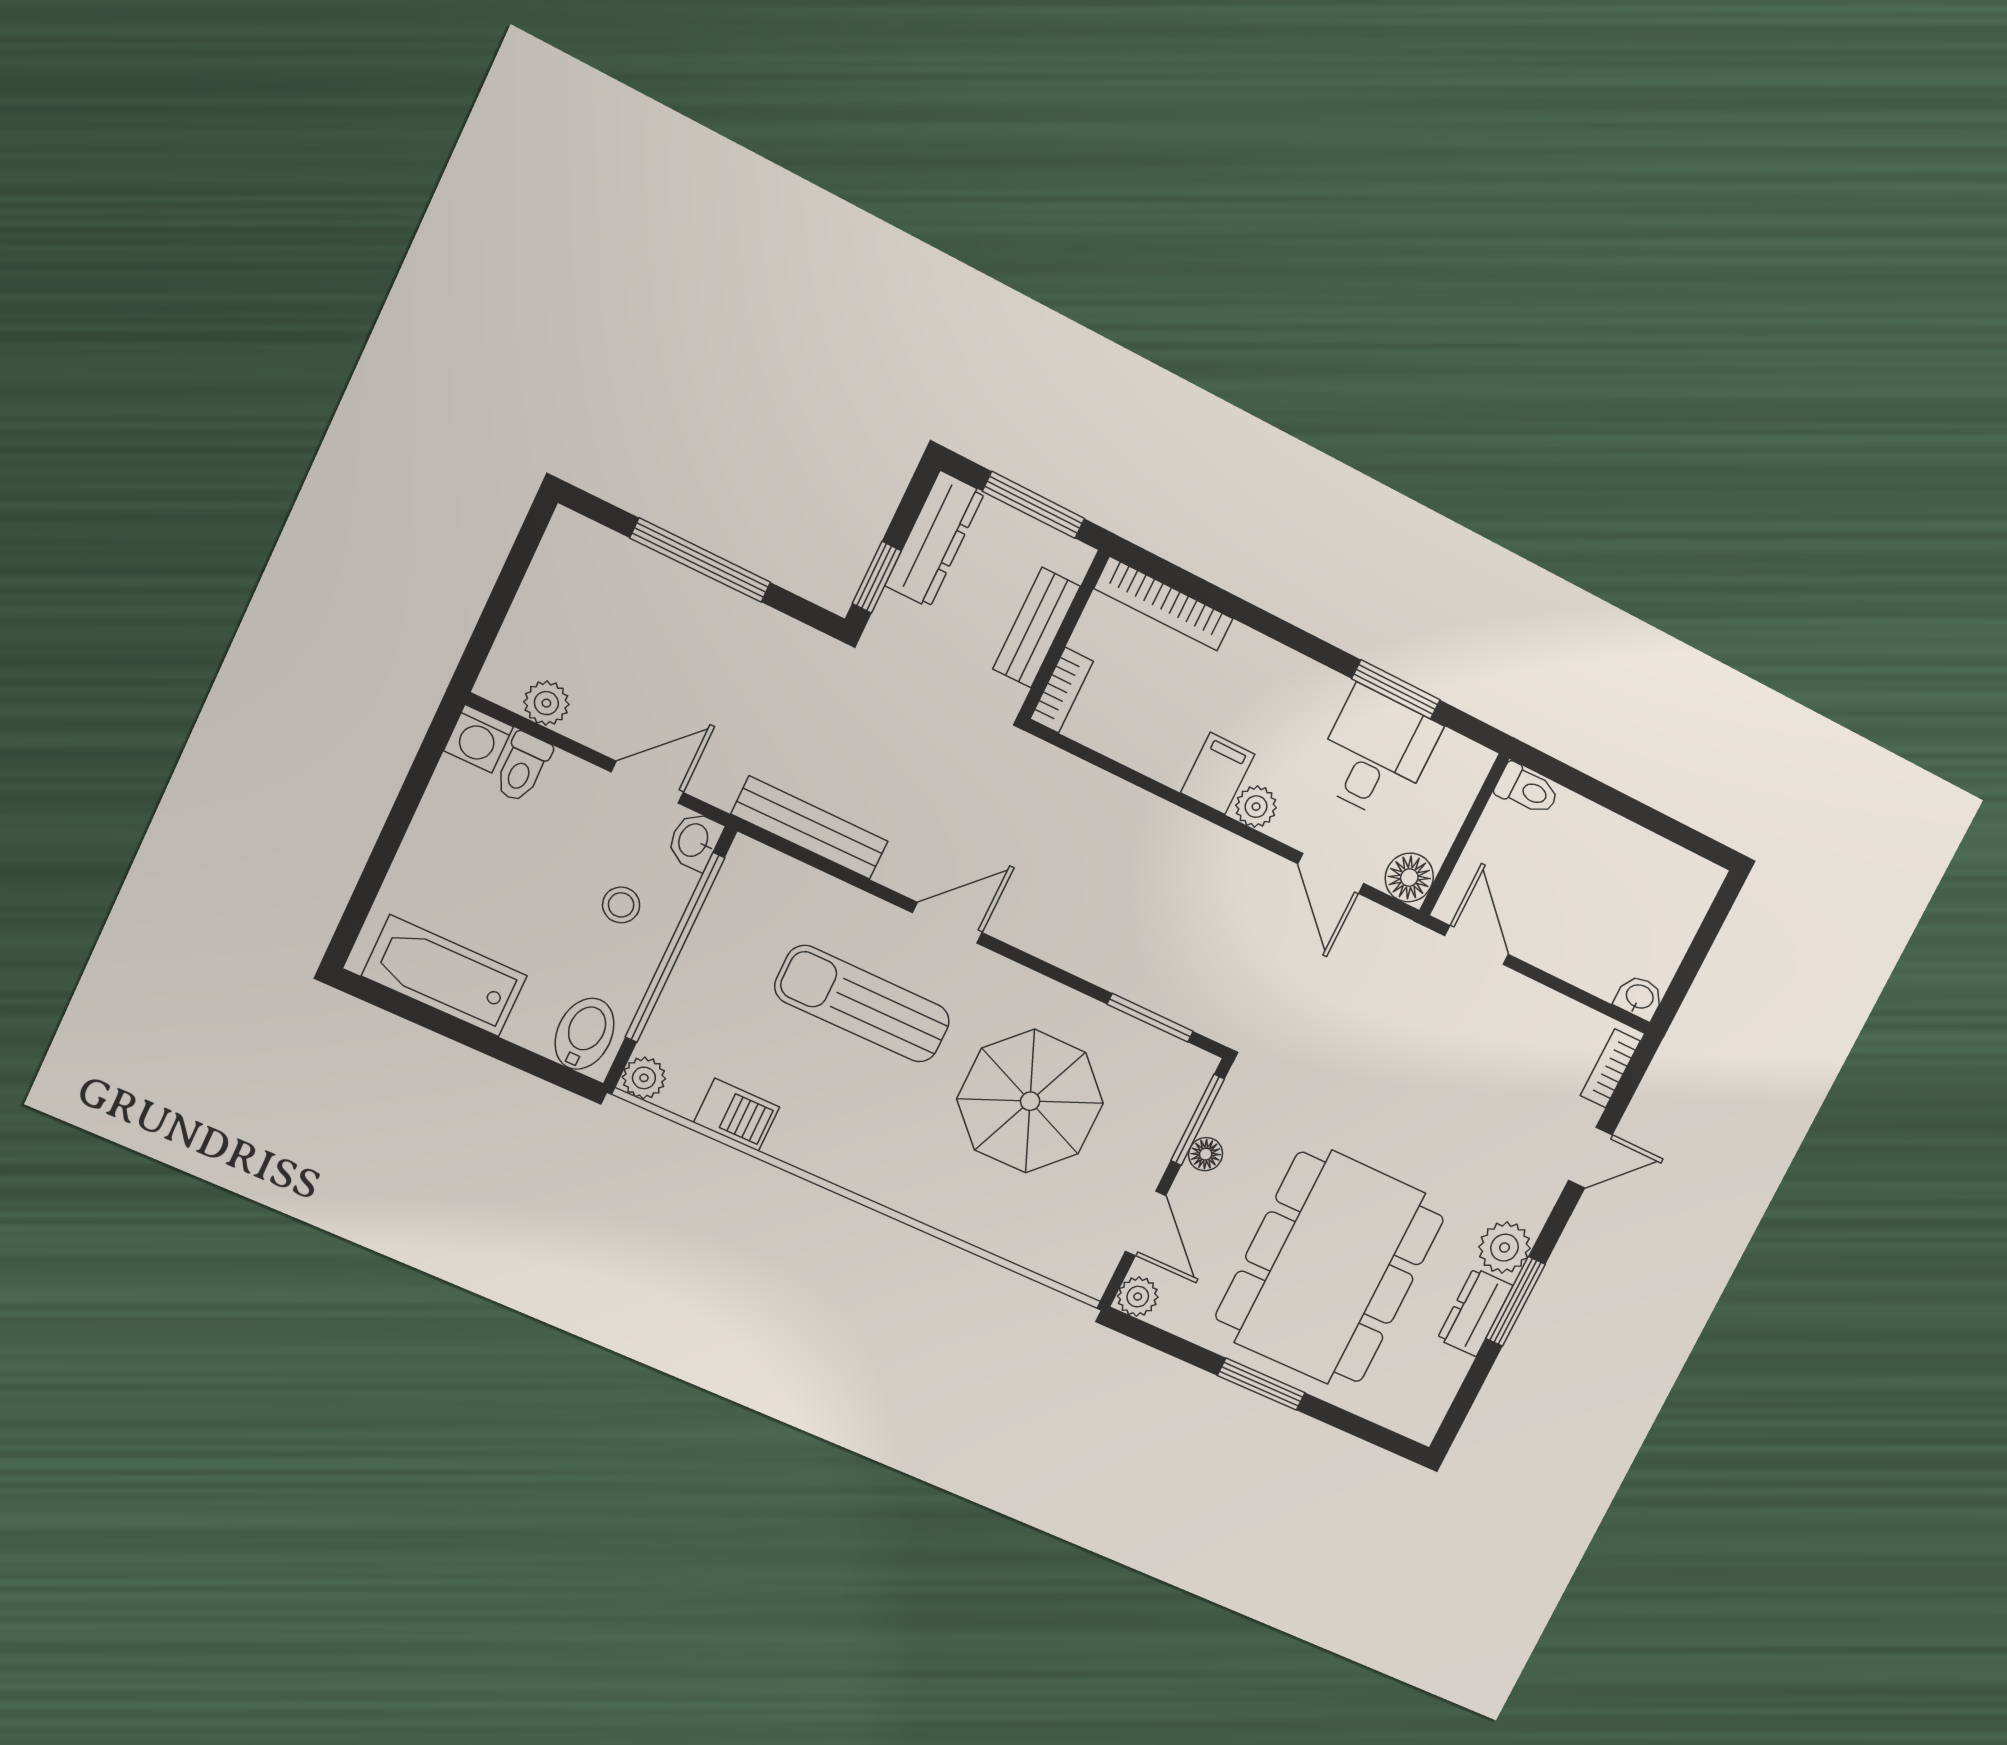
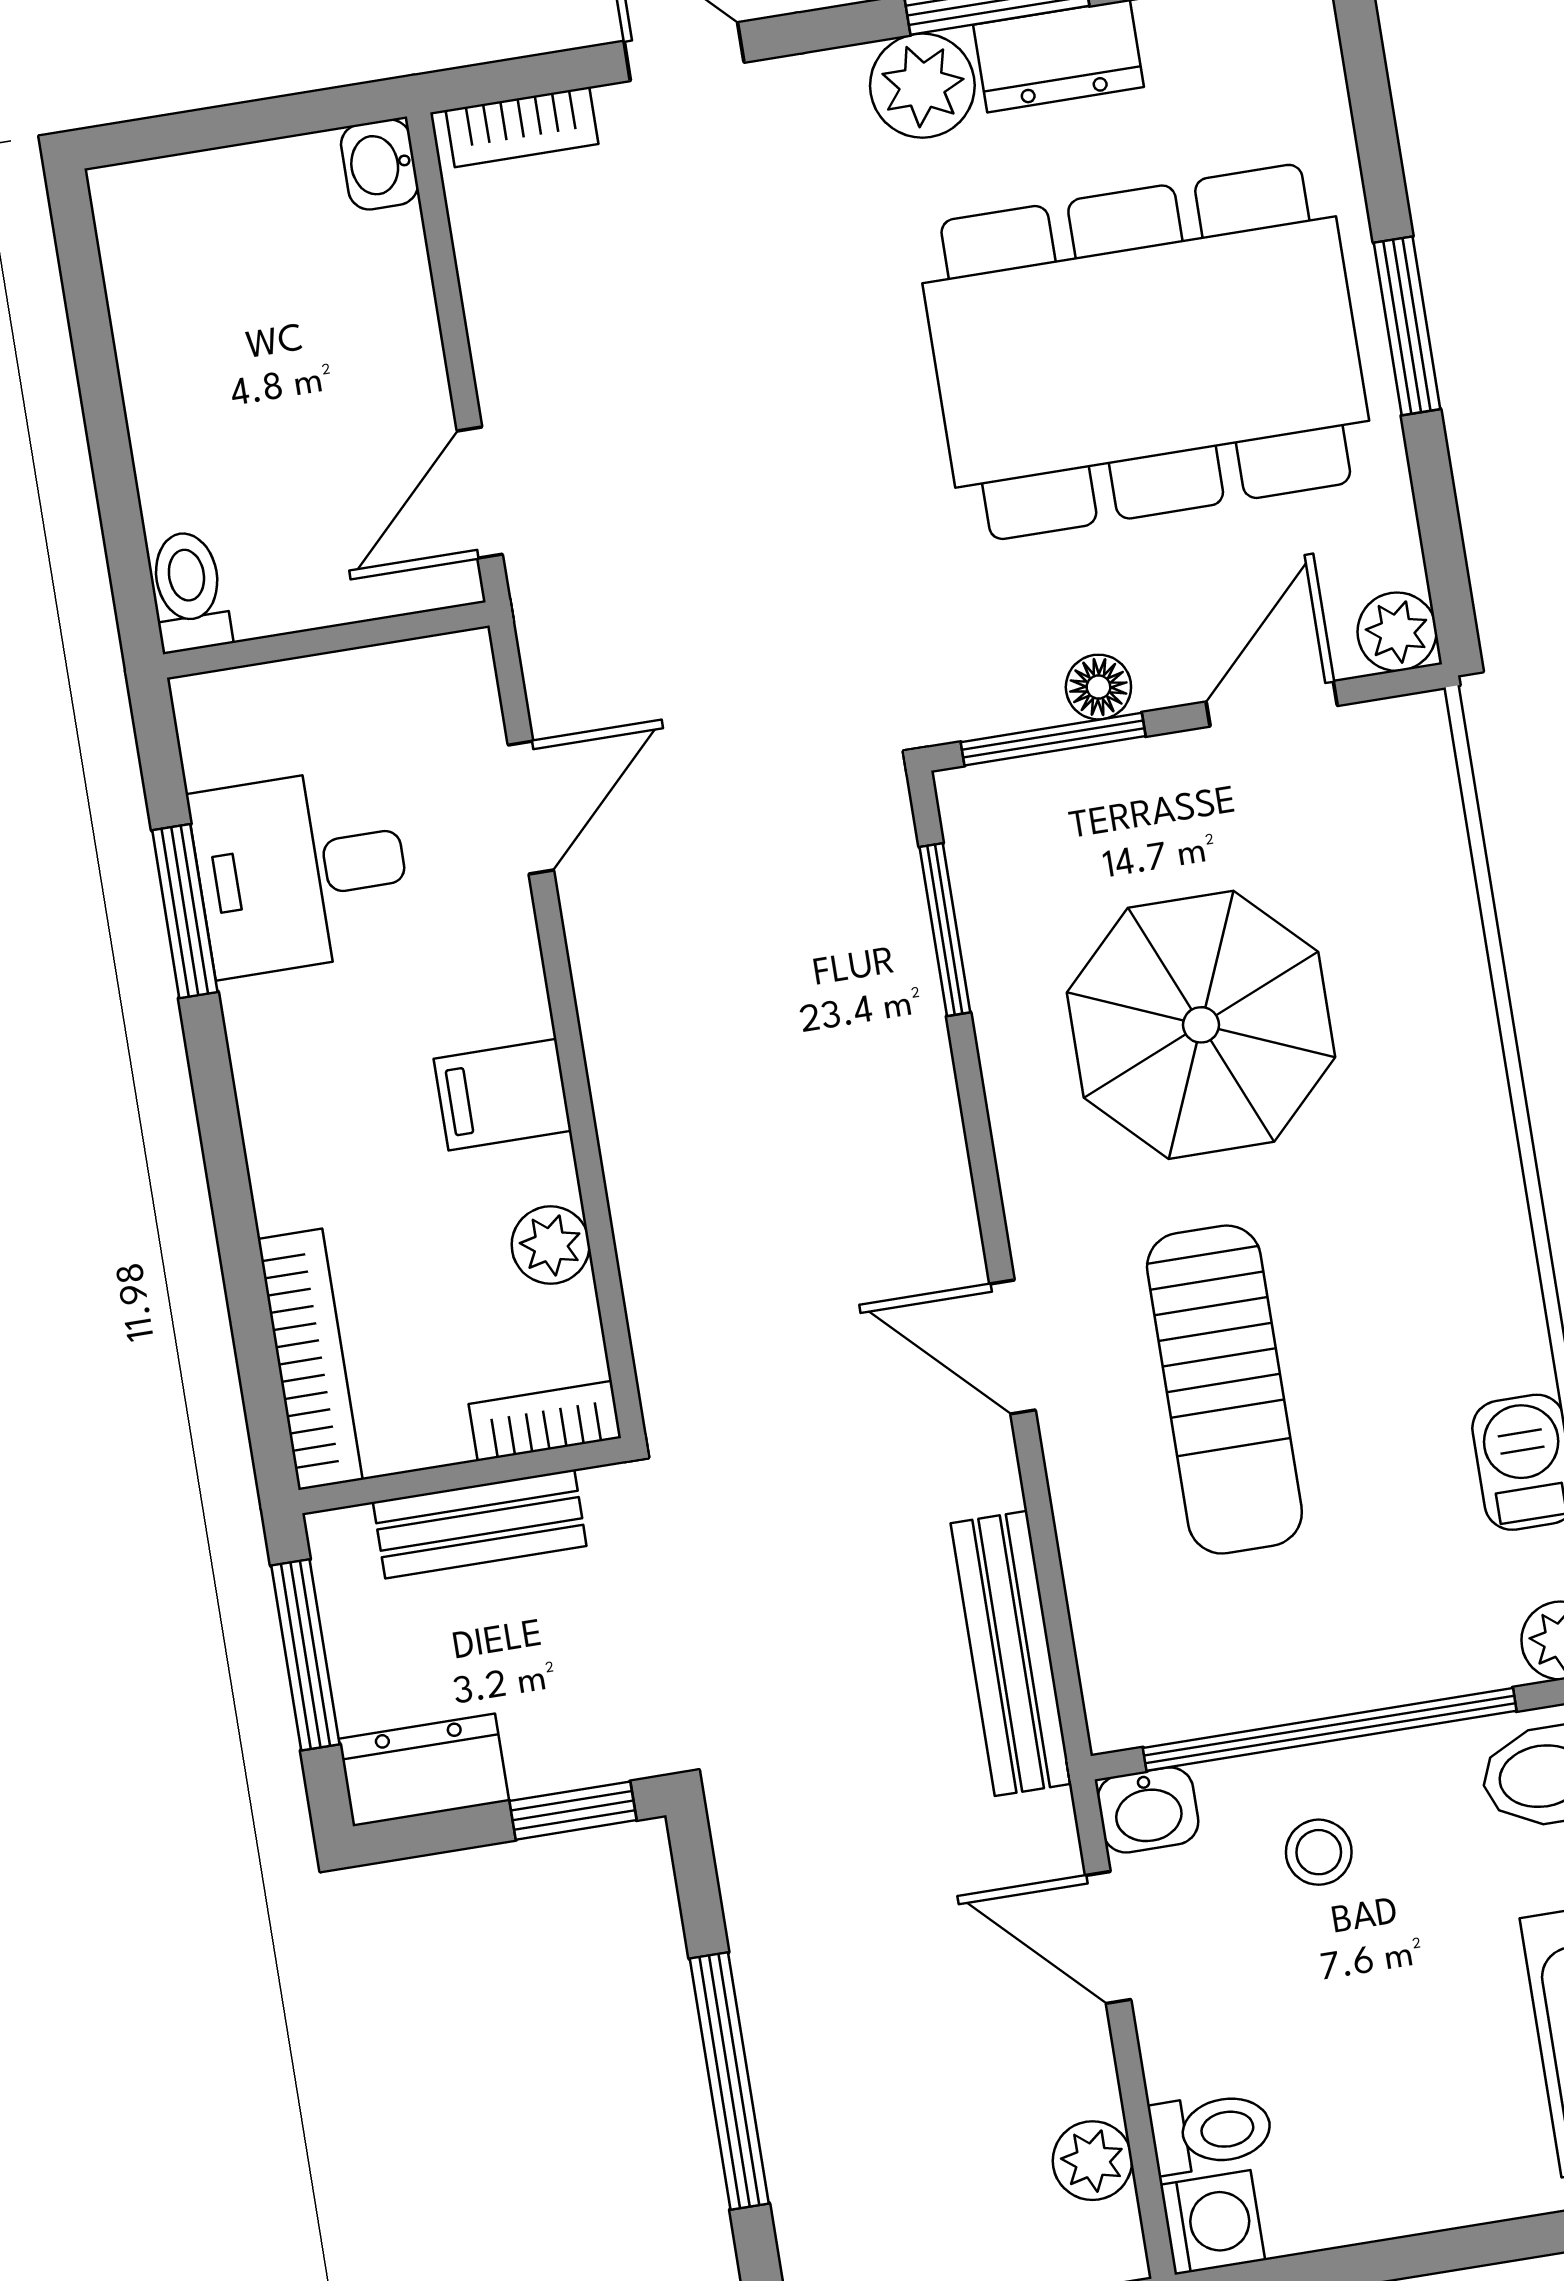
dresser: (935, 539) -> (424, 1770), width x0.70
plant: (1256, 807) -> (551, 1245), moved
floor lamp: (1409, 877) -> (451, 678), removed

